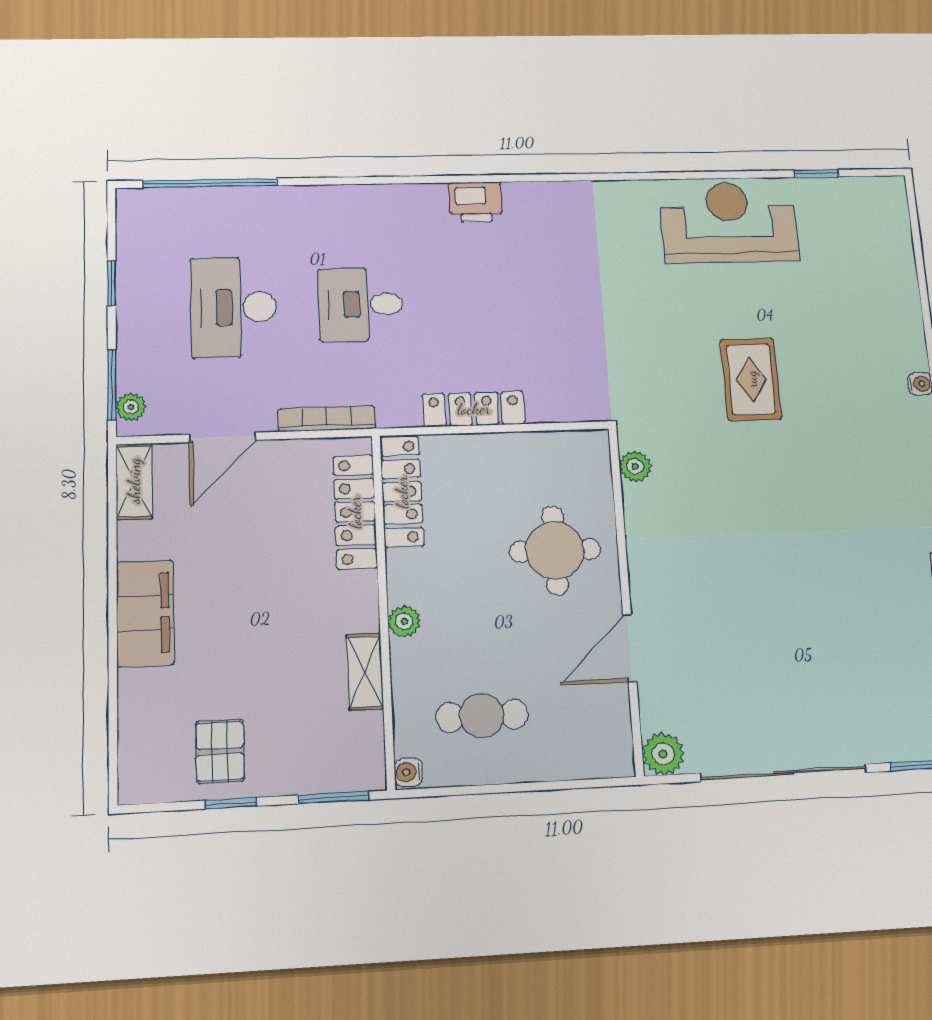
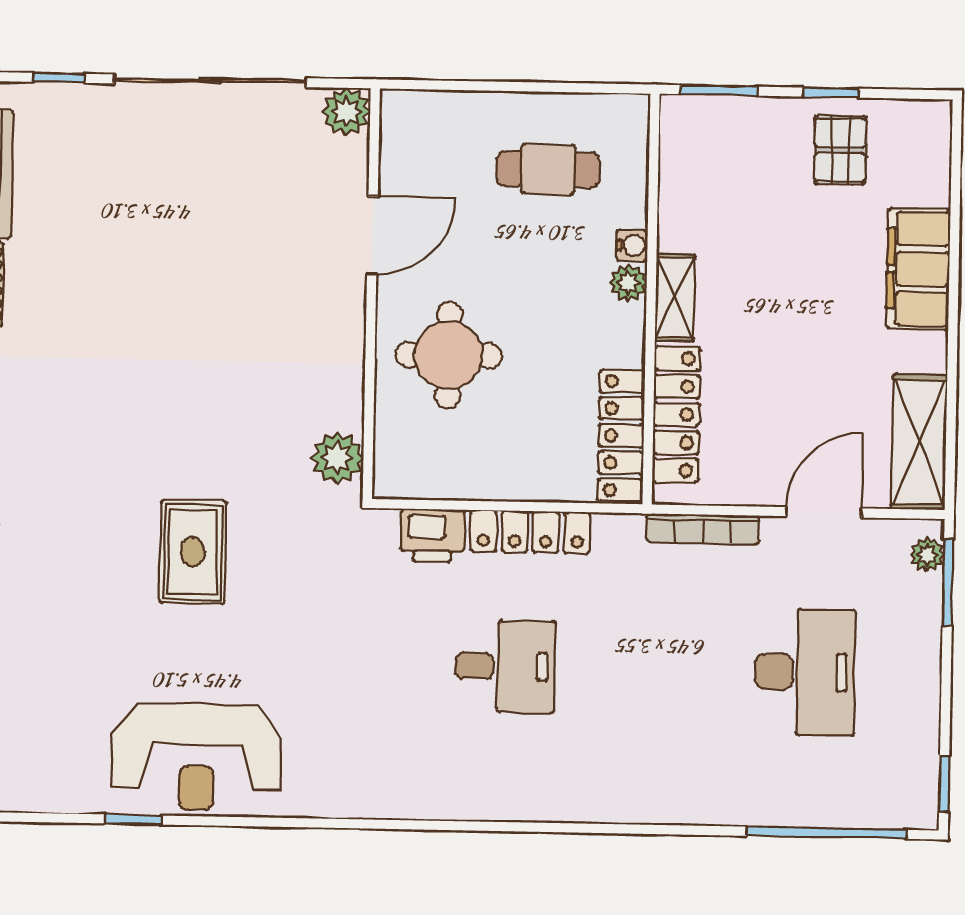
window: (816, 173) -> (133, 819), moved
printer: (476, 202) -> (433, 535), moved, turned 180
window: (112, 283) -> (944, 784), moved
desk: (361, 304) -> (505, 666), moved
plant: (635, 466) -> (337, 458), width x1.38, depth x1.38
shelving: (134, 481) -> (919, 442), width x1.50, depth x1.33
filing cabinet: (145, 613) -> (918, 269), moved
shelving: (365, 672) -> (675, 298), moved
water cooler: (408, 772) -> (632, 245), moved

